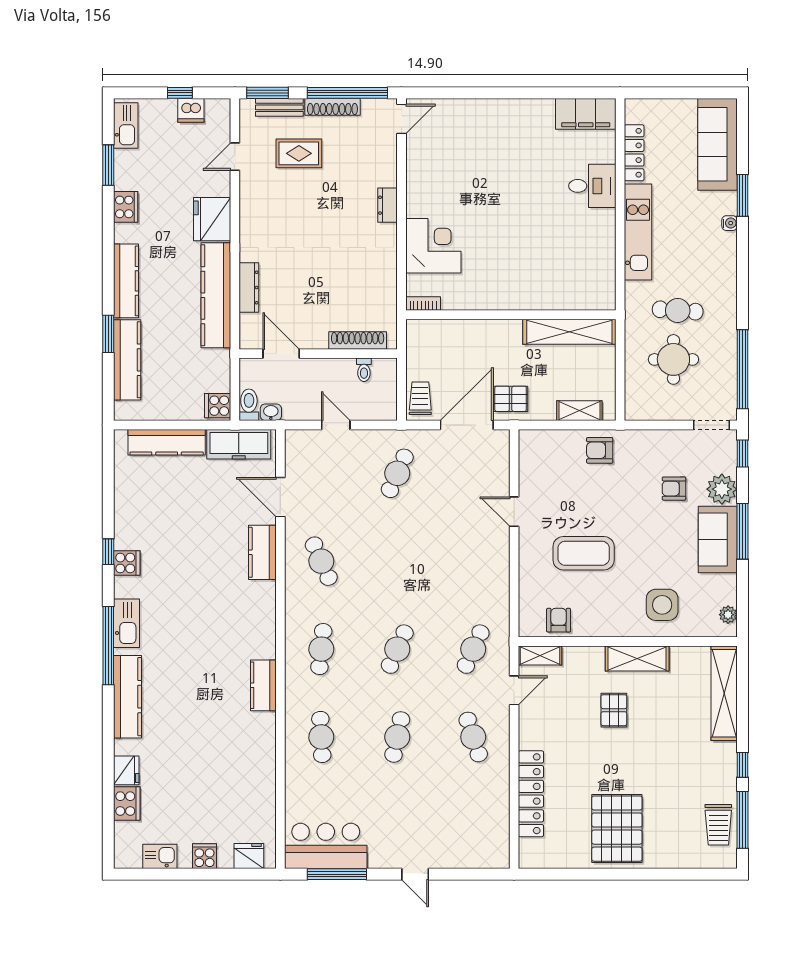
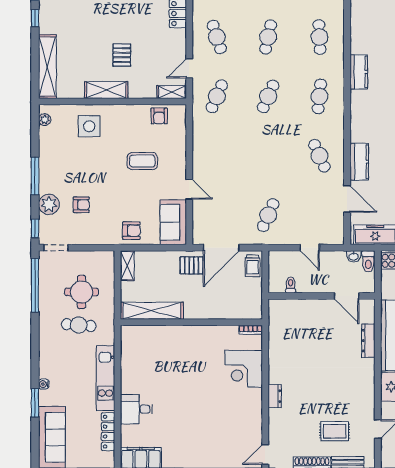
shoe rack: (358, 340) -> (295, 305), removed
shelving: (579, 411) -> (127, 266), moved, turned 90
sofa: (718, 540) -> (173, 222), moved, turned 180
coffee table: (584, 553) -> (142, 161), width x0.73, depth x0.76

